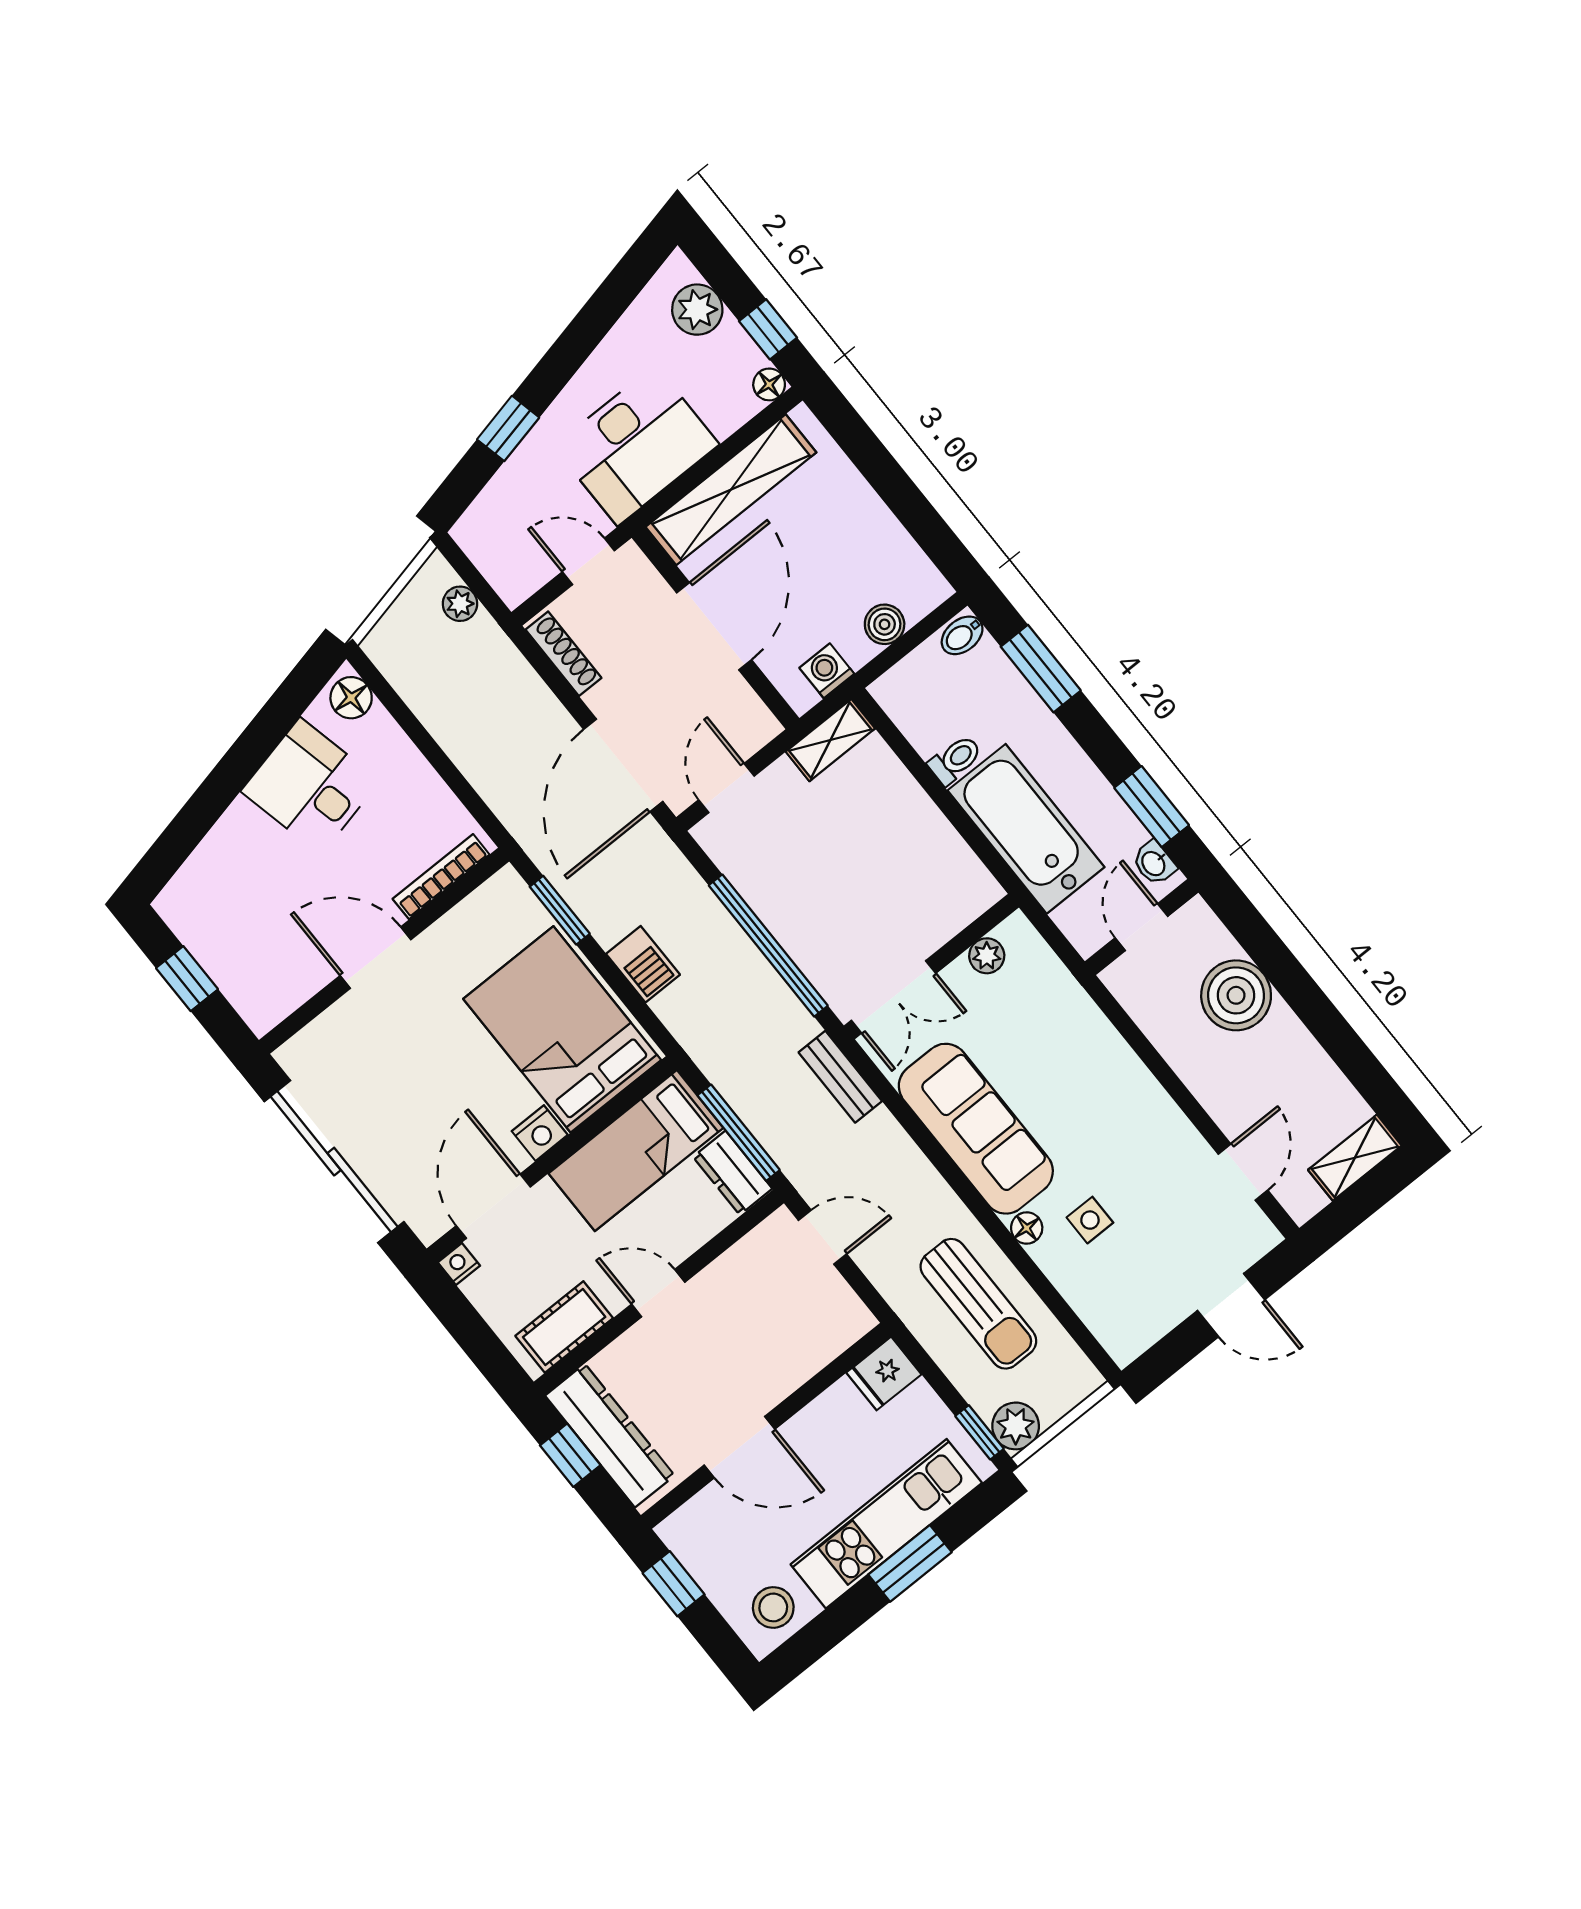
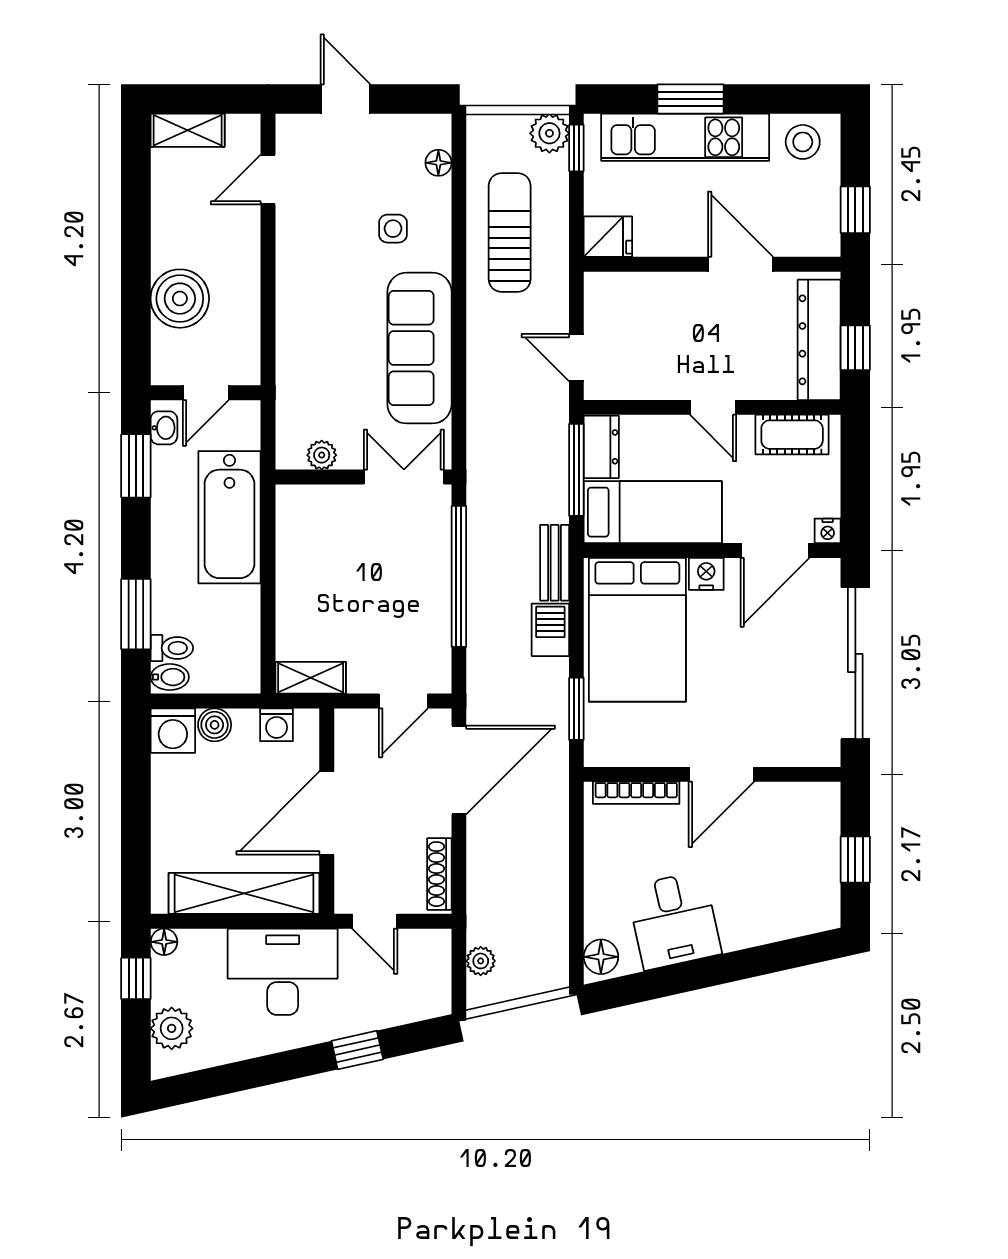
washing machine: (919, 588) -> (173, 731), added
toilet: (955, 760) -> (172, 648), moved, turned 180
door: (375, 958) -> (721, 774), hinge flipped
bench: (840, 1077) -> (555, 563), moved
floor lamp: (1027, 1228) -> (438, 163), moved

